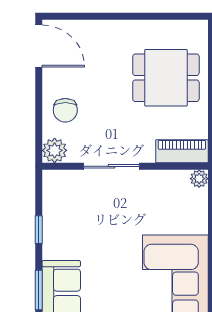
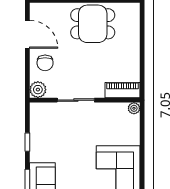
door: (39, 46) -> (27, 34), moved
dining table: (166, 78) -> (93, 24), moved

